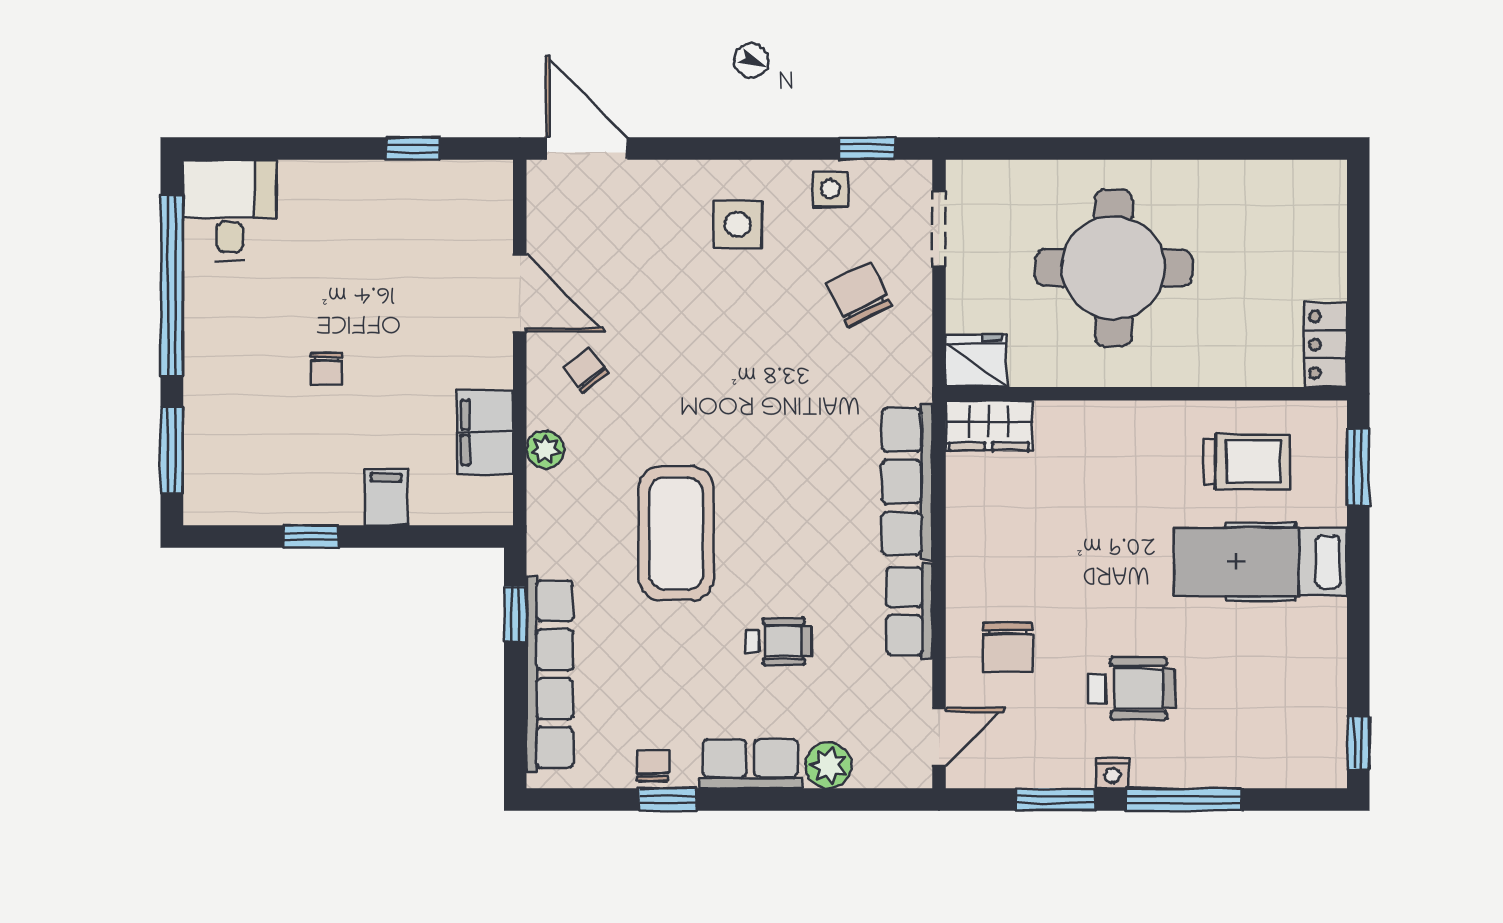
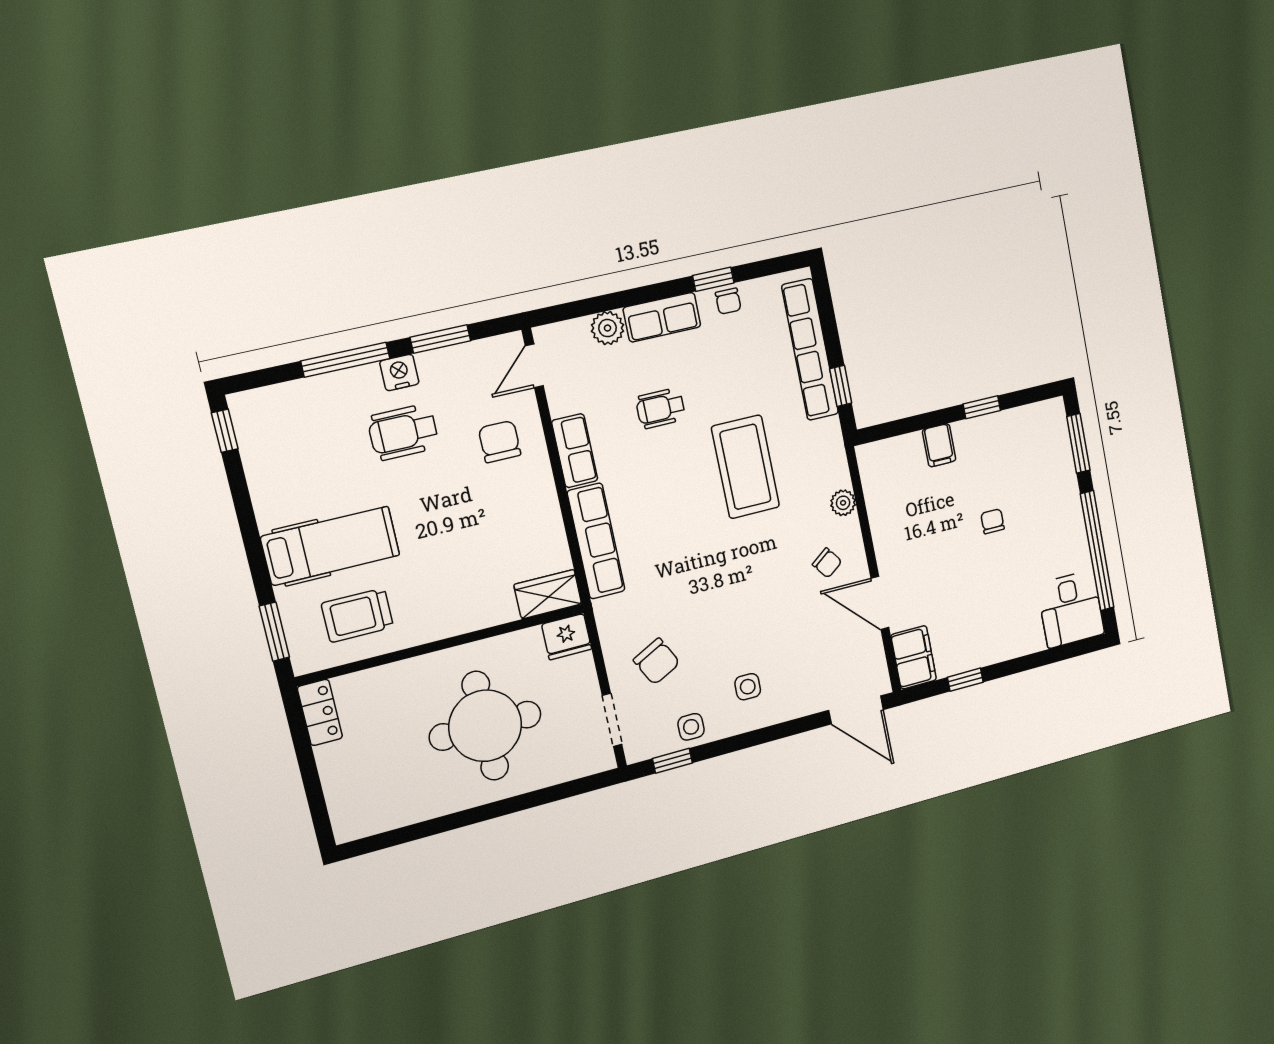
side table: (738, 224) -> (748, 687), width x0.73, depth x0.73
filing cabinet: (485, 432) -> (914, 657), moved
nightstand: (1113, 773) -> (399, 373), width x1.39, depth x1.35

